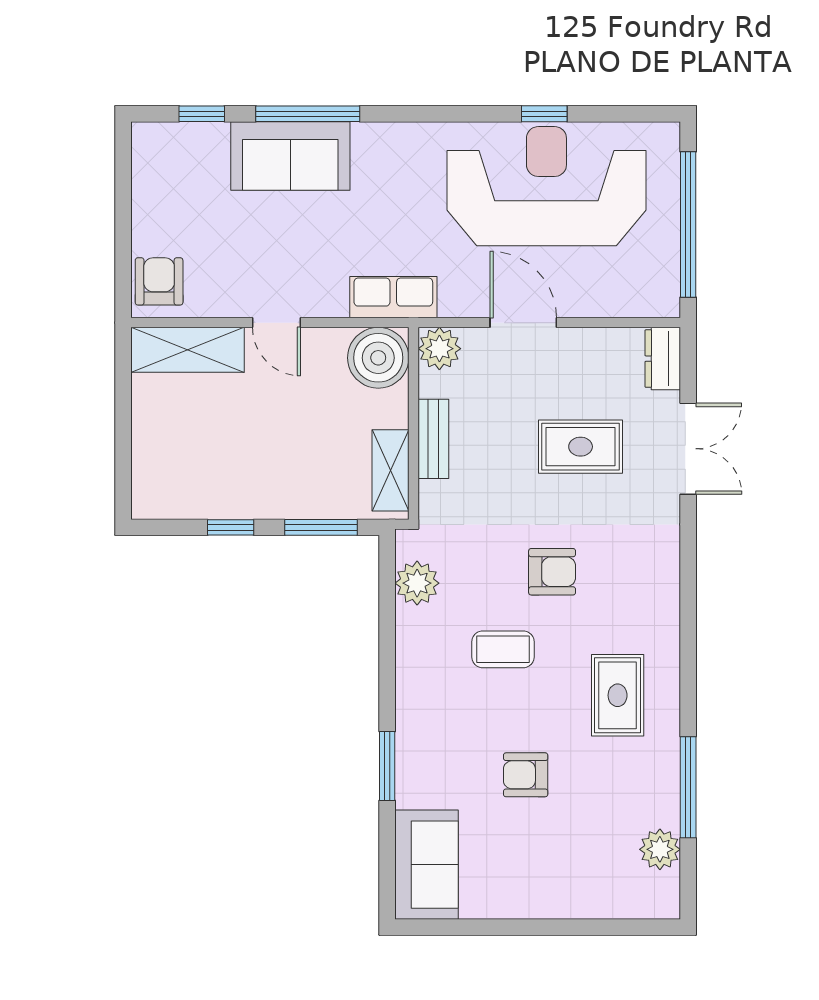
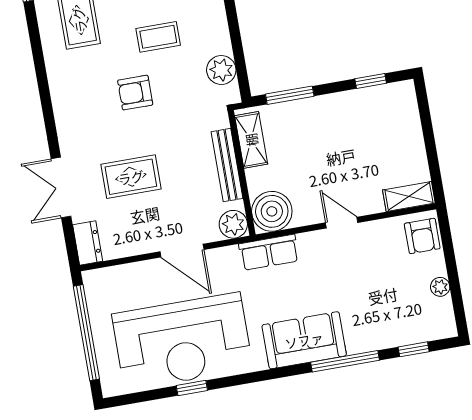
sofa: (290, 156) -> (304, 340), moved
plant: (145, 200) -> (440, 287), added
shelving: (188, 350) -> (409, 197), width x0.67, depth x0.75
bench: (433, 439) -> (227, 165), width x1.36
window: (231, 527) -> (371, 81), moved

